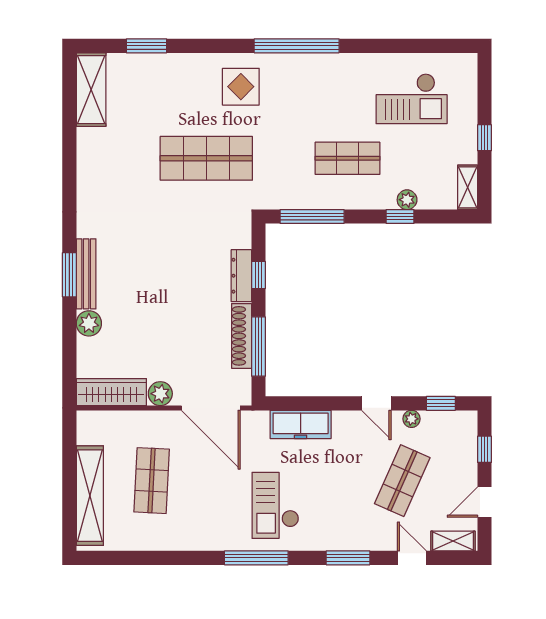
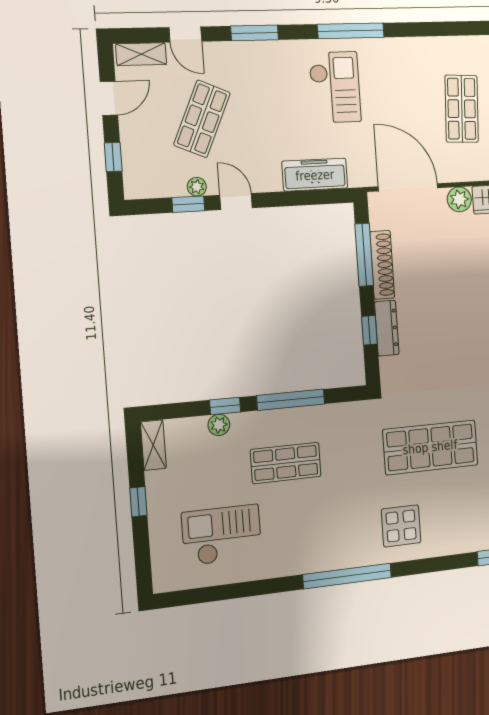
window: (312, 217) -> (291, 400), moved
window: (441, 403) -> (188, 204), moved

